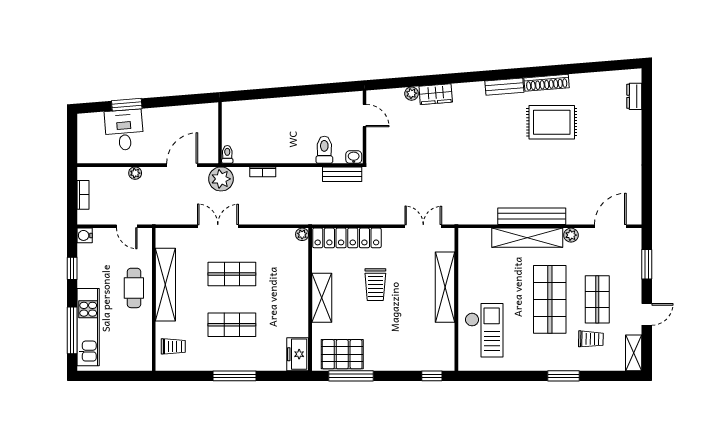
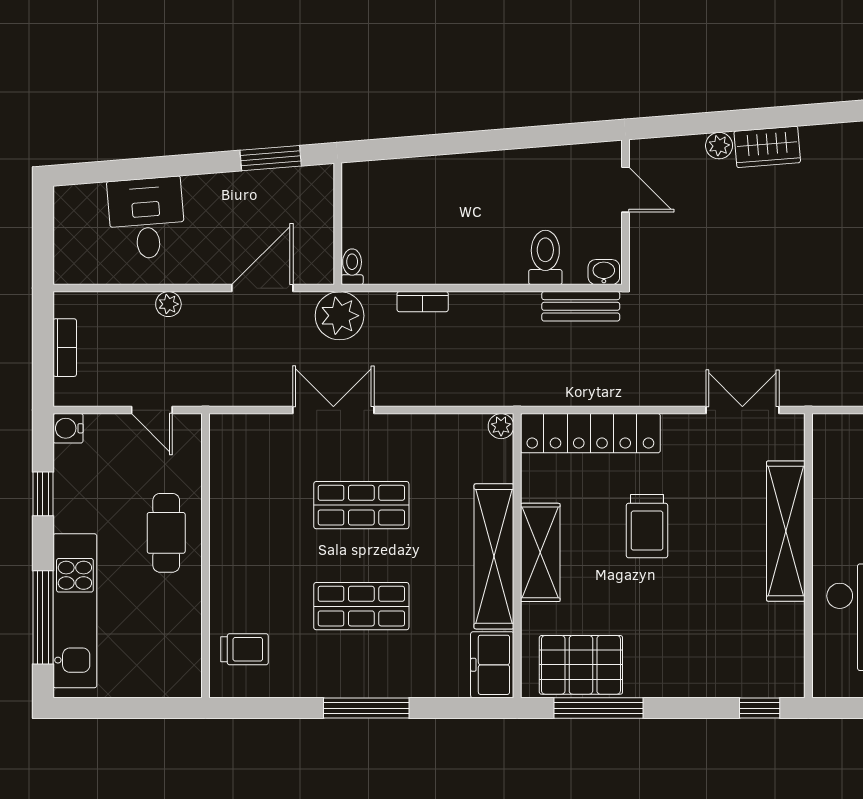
window: (127, 105) -> (271, 158), moved
shelving: (165, 285) -> (494, 556), moved

